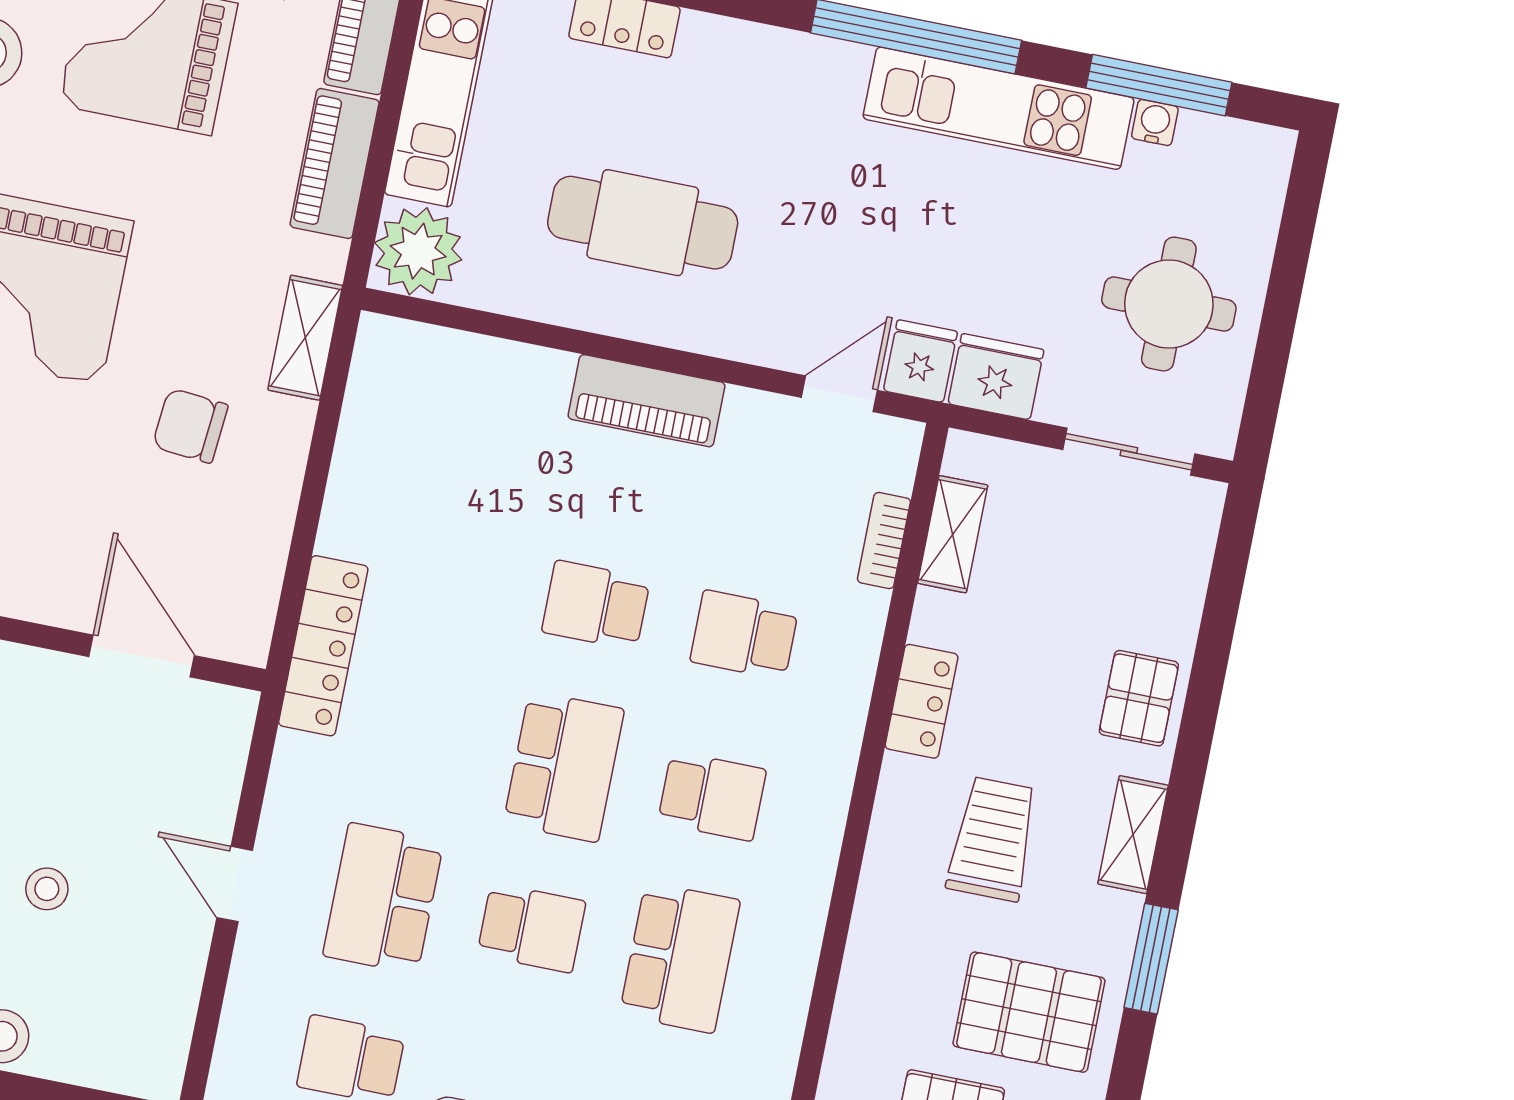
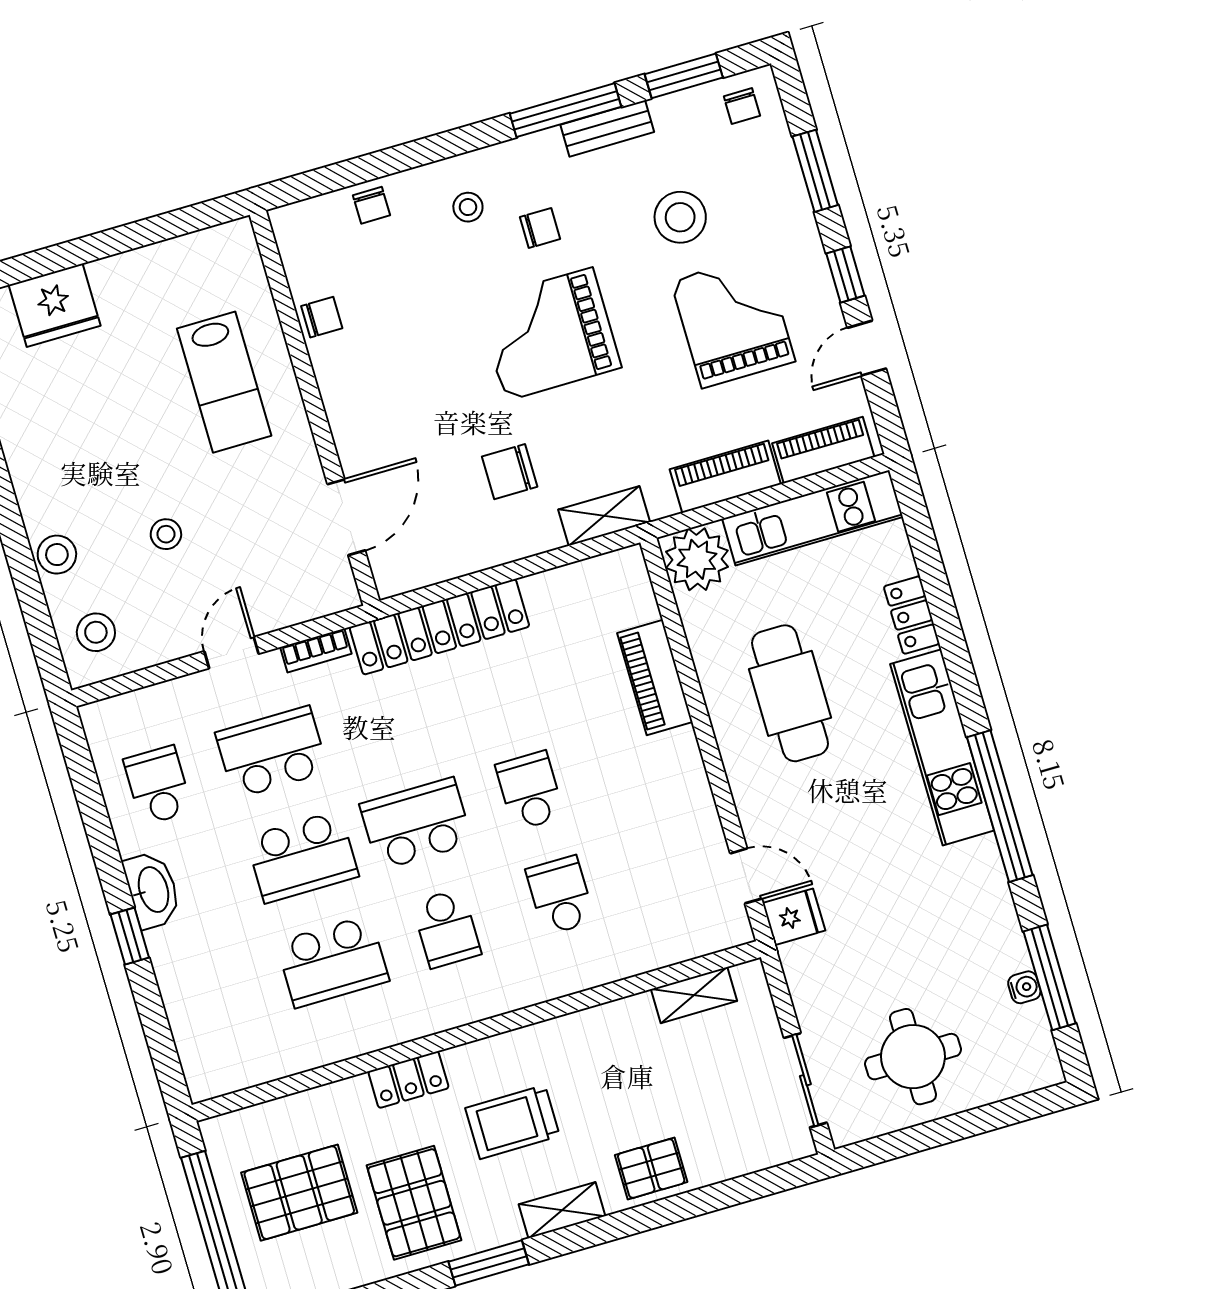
kitchen unit: (998, 108) -> (942, 747), moved
fridge: (996, 377) -> (809, 970), removed
piano: (647, 401) -> (655, 677), moved
chair: (190, 426) -> (510, 472), turned -95
bookcase: (884, 541) -> (316, 650), moved, turned 180
locker: (323, 646) -> (439, 627), width x1.41, depth x1.21
locker: (922, 701) -> (408, 1080), moved
school desk: (564, 767) -> (416, 824), turned 180
trolley: (993, 839) -> (513, 1122), turned 180
school desk: (531, 928) -> (302, 857), width x1.85
stool: (123, 1038) -> (96, 632), added

